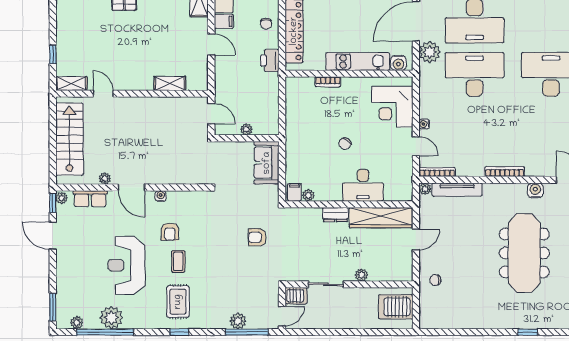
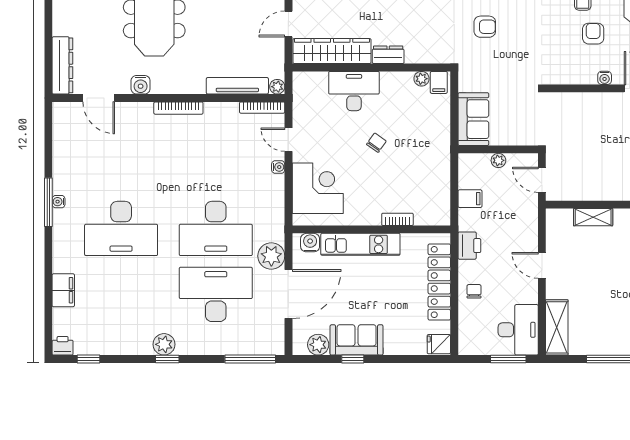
filing cabinet: (224, 21) -> (470, 199), moved, turned 180

